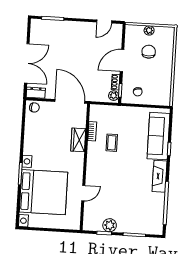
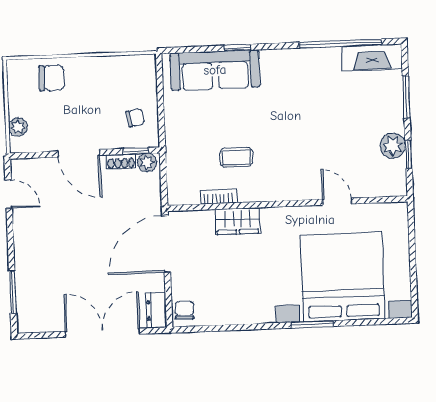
plant: (149, 30) -> (18, 127), moved
chair: (149, 52) -> (52, 78), moved, turned 180
fireplace: (160, 176) -> (372, 57), moved

